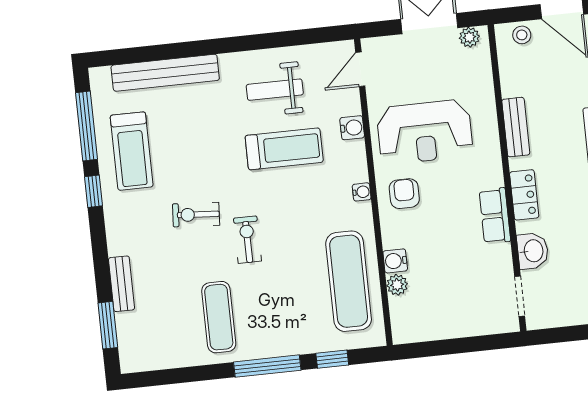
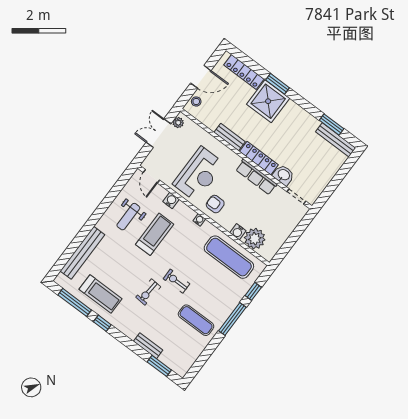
locker: (524, 195) -> (259, 158), width x1.53
row of seats: (495, 216) -> (256, 177), width x1.48
plant: (397, 285) -> (255, 239), width x1.88, depth x1.88

